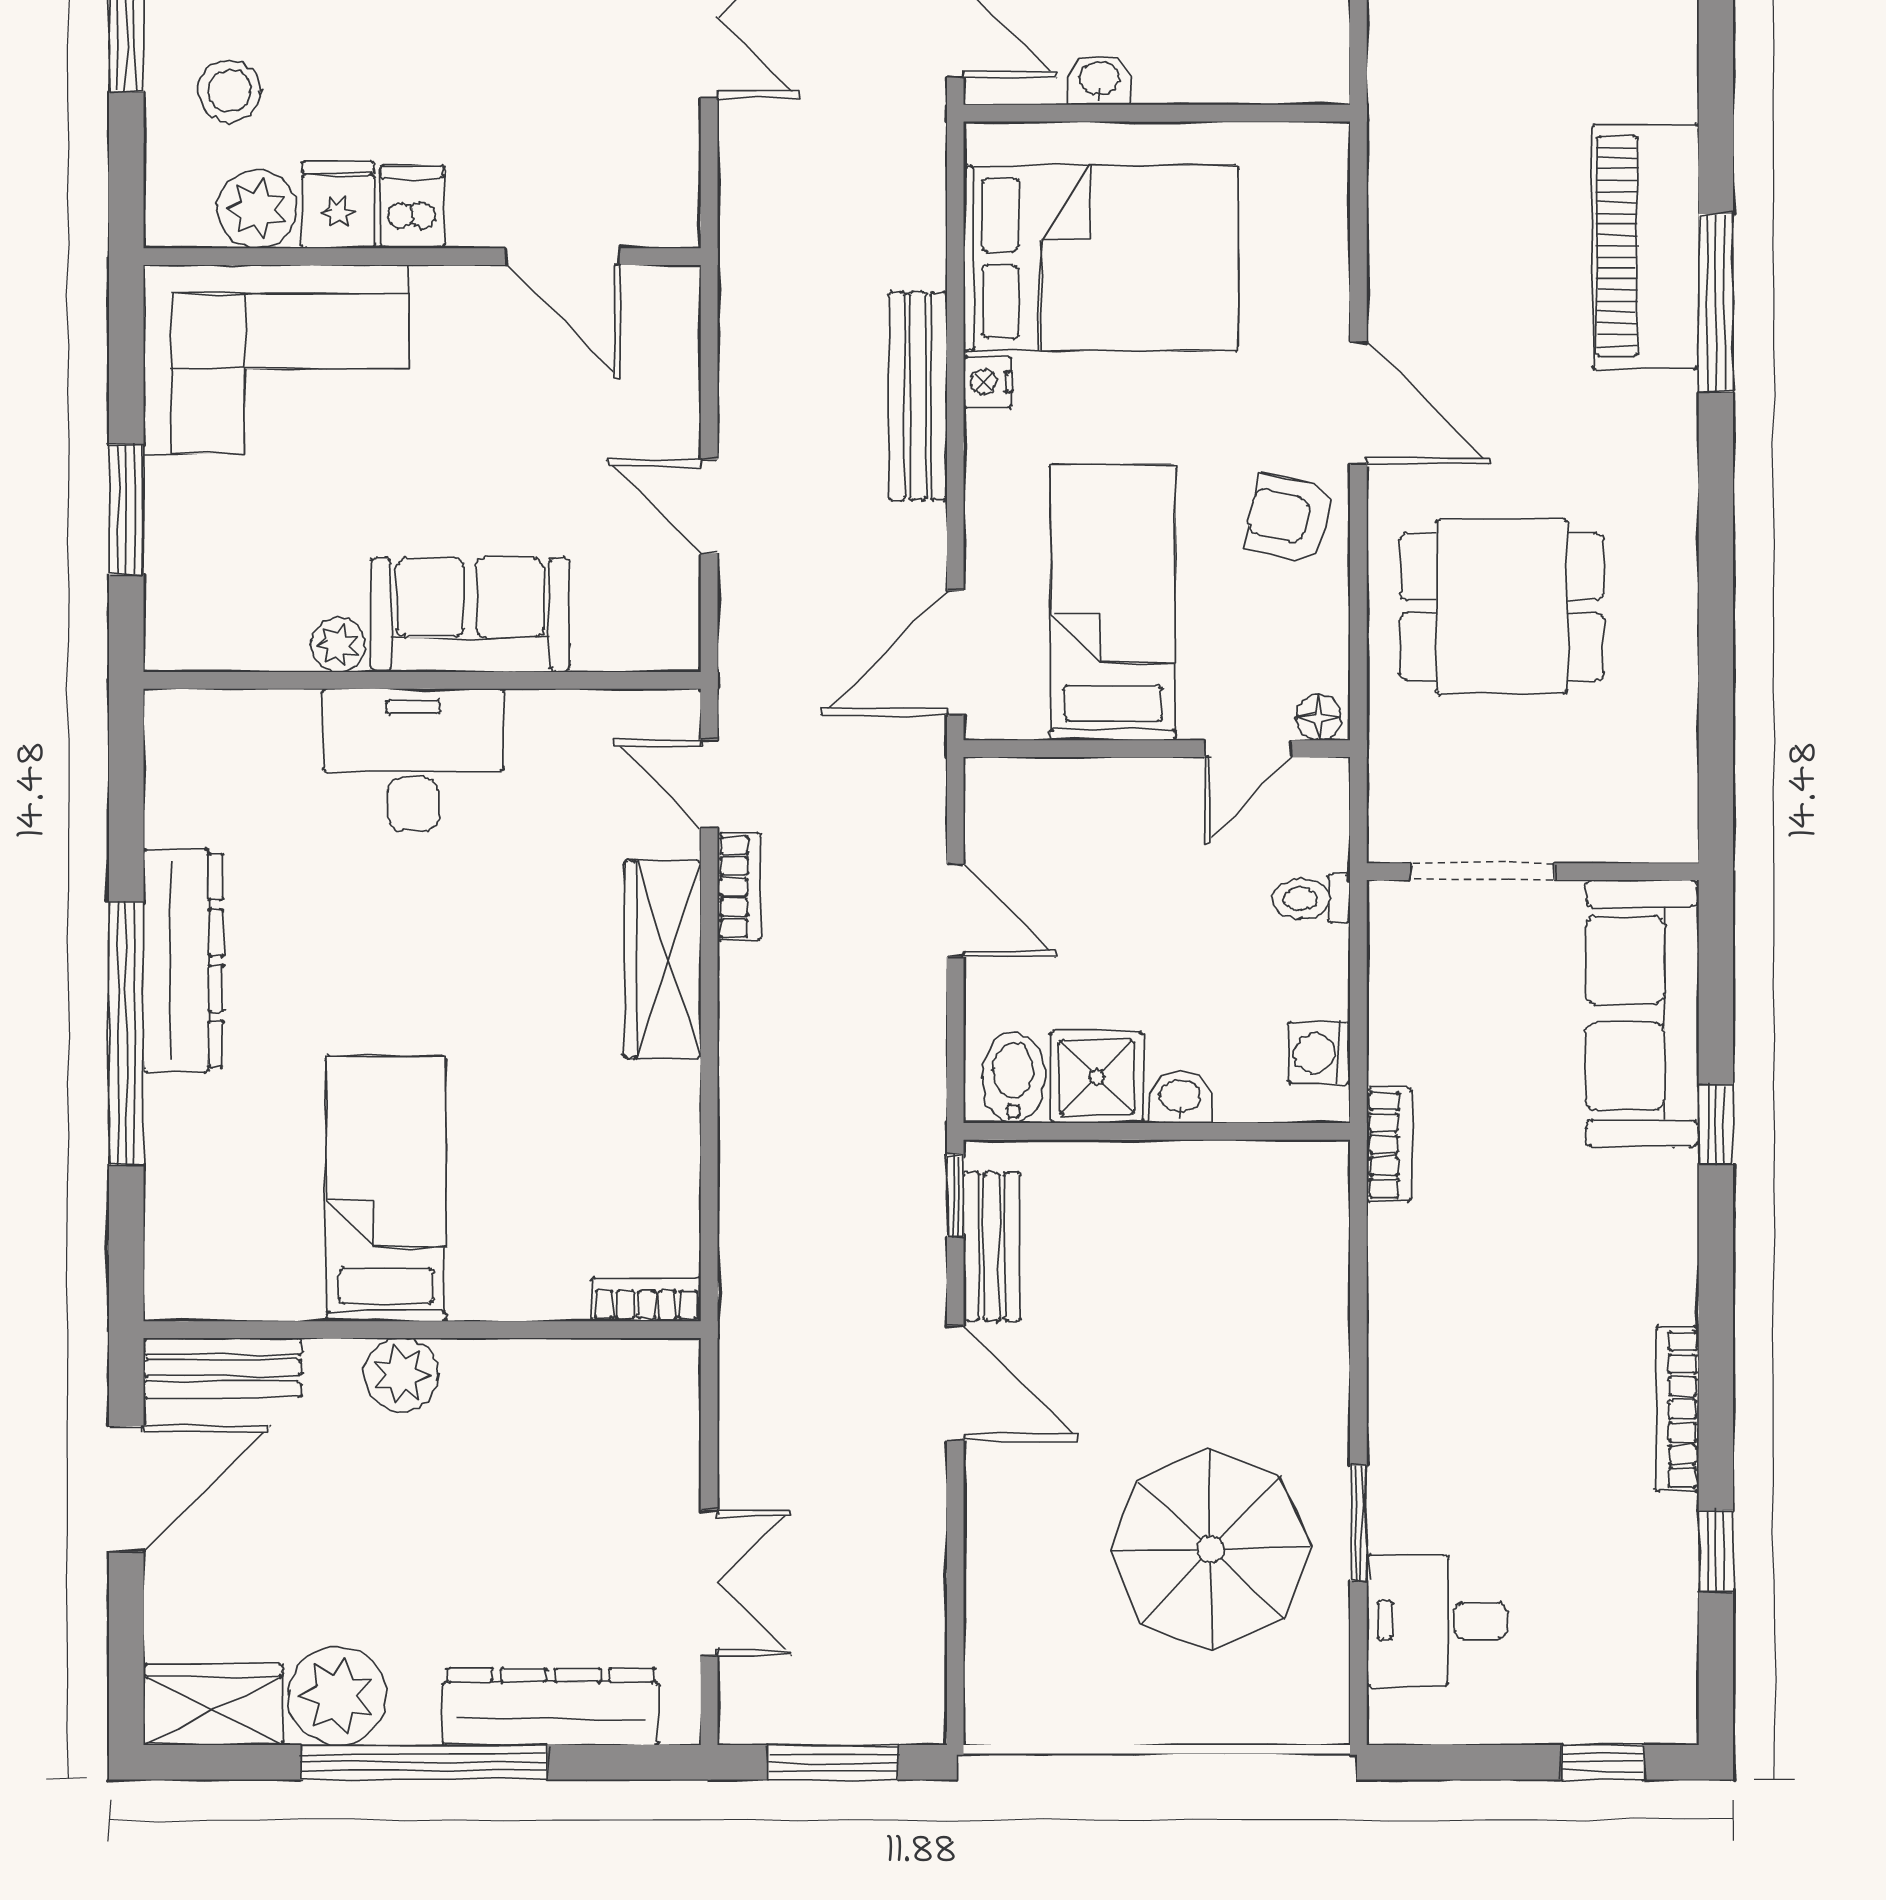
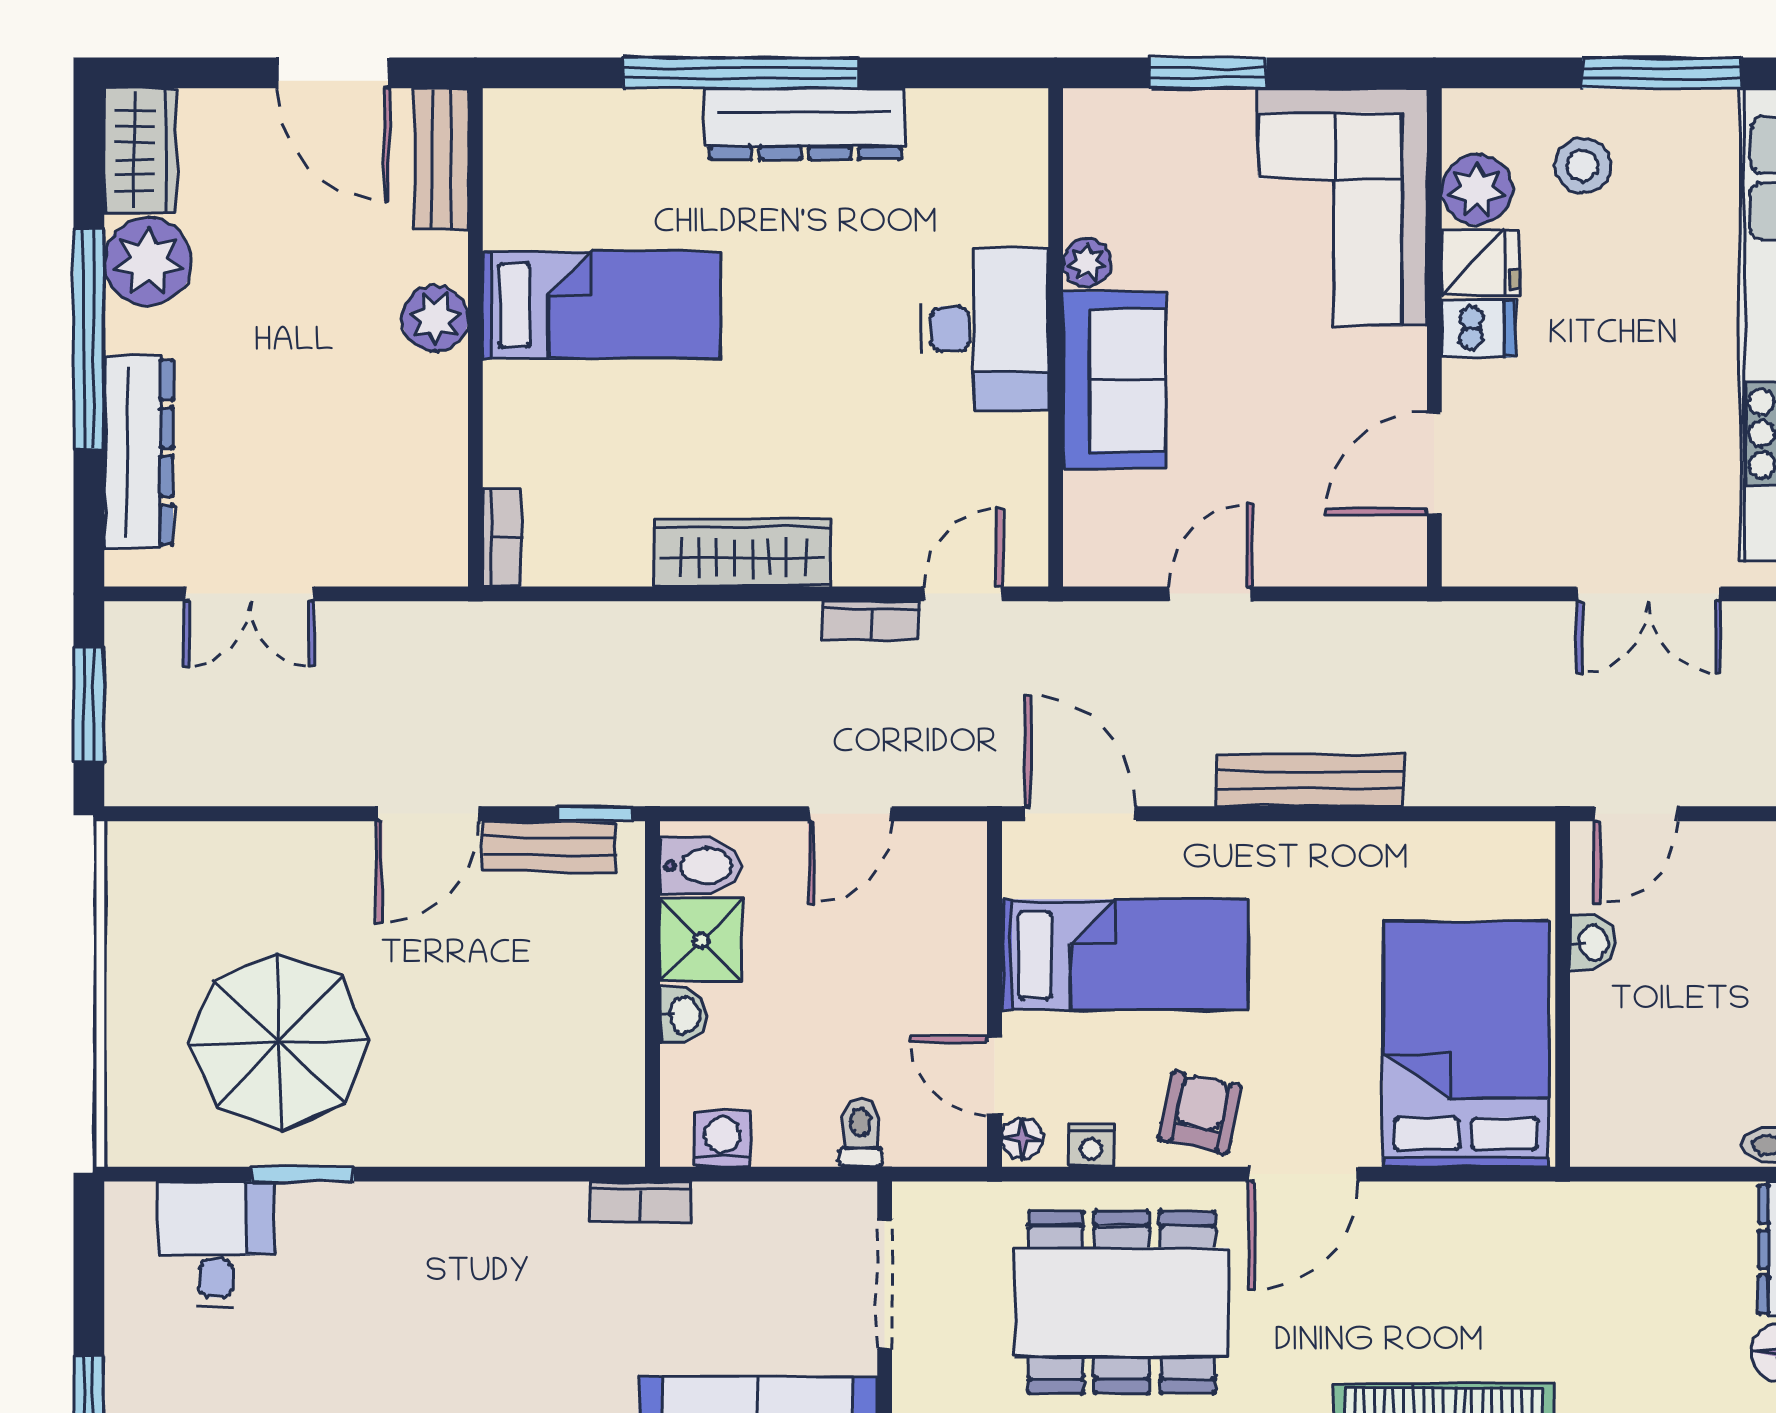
bed: (1101, 258) -> (1466, 1044), moved, turned 180
nightstand: (988, 382) -> (1091, 1145), moved, turned 180
dining table: (1502, 607) -> (1122, 1302), width x1.38
wardrobe: (663, 959) -> (743, 552), moved

